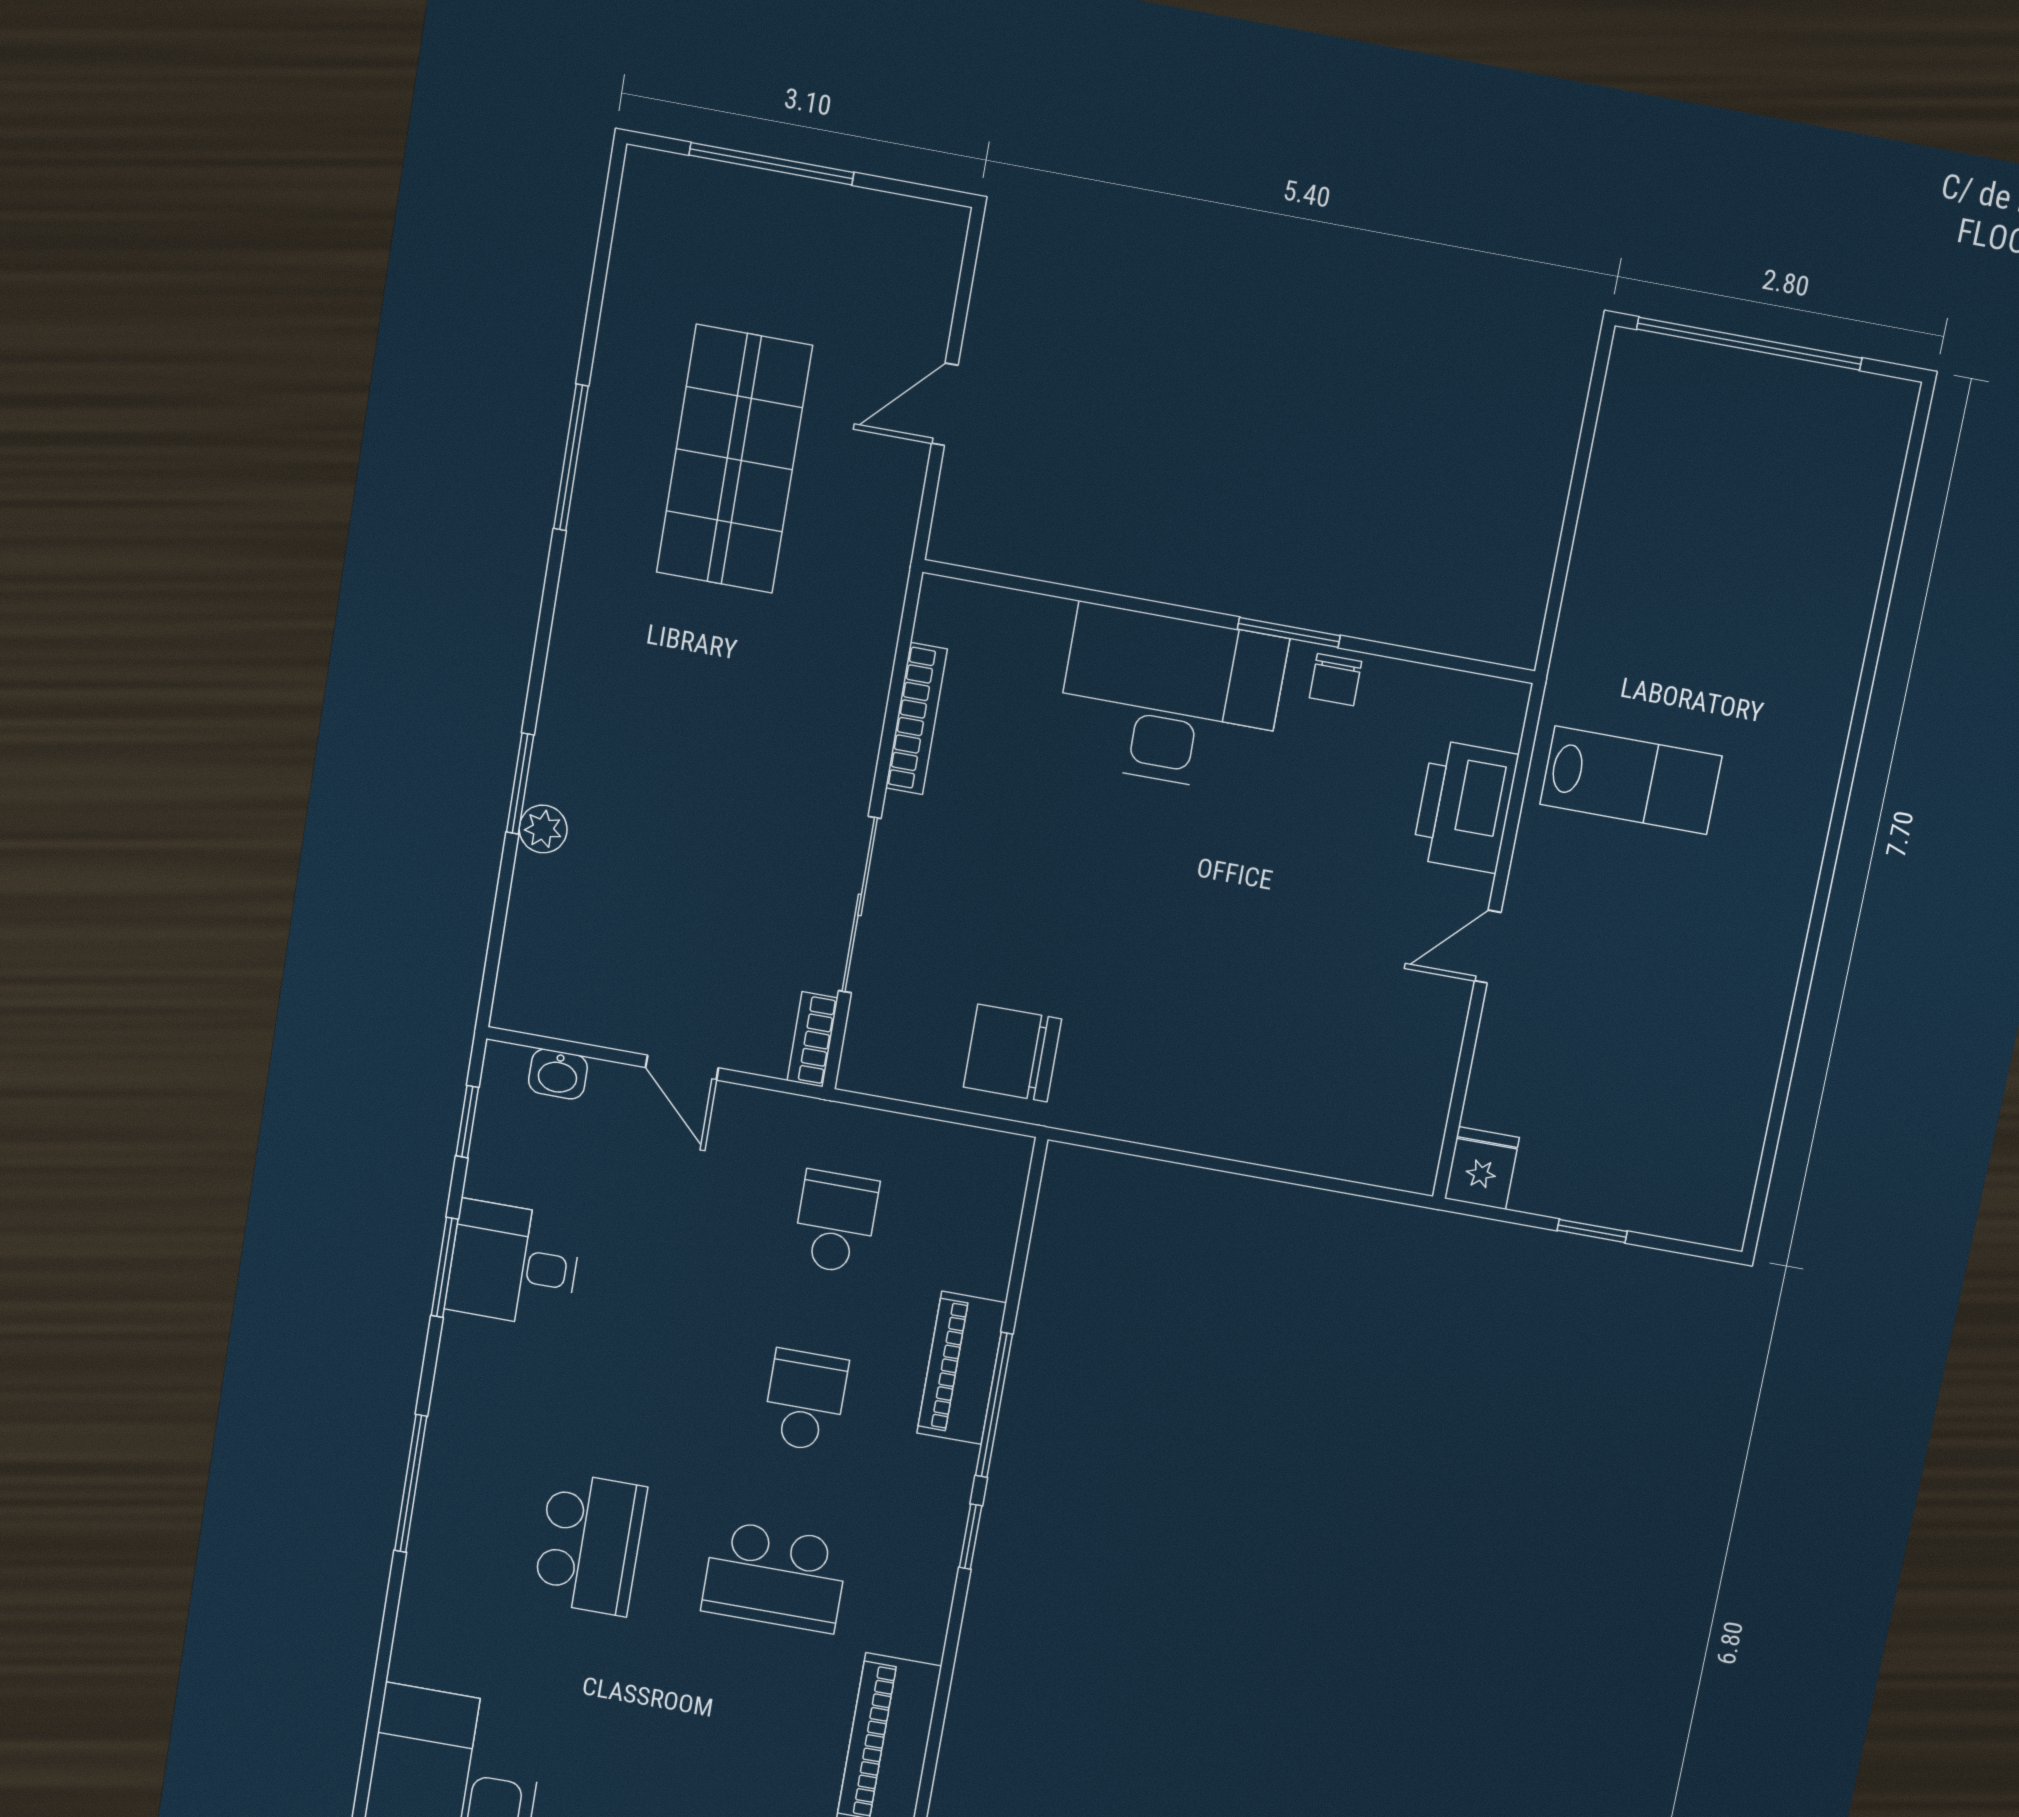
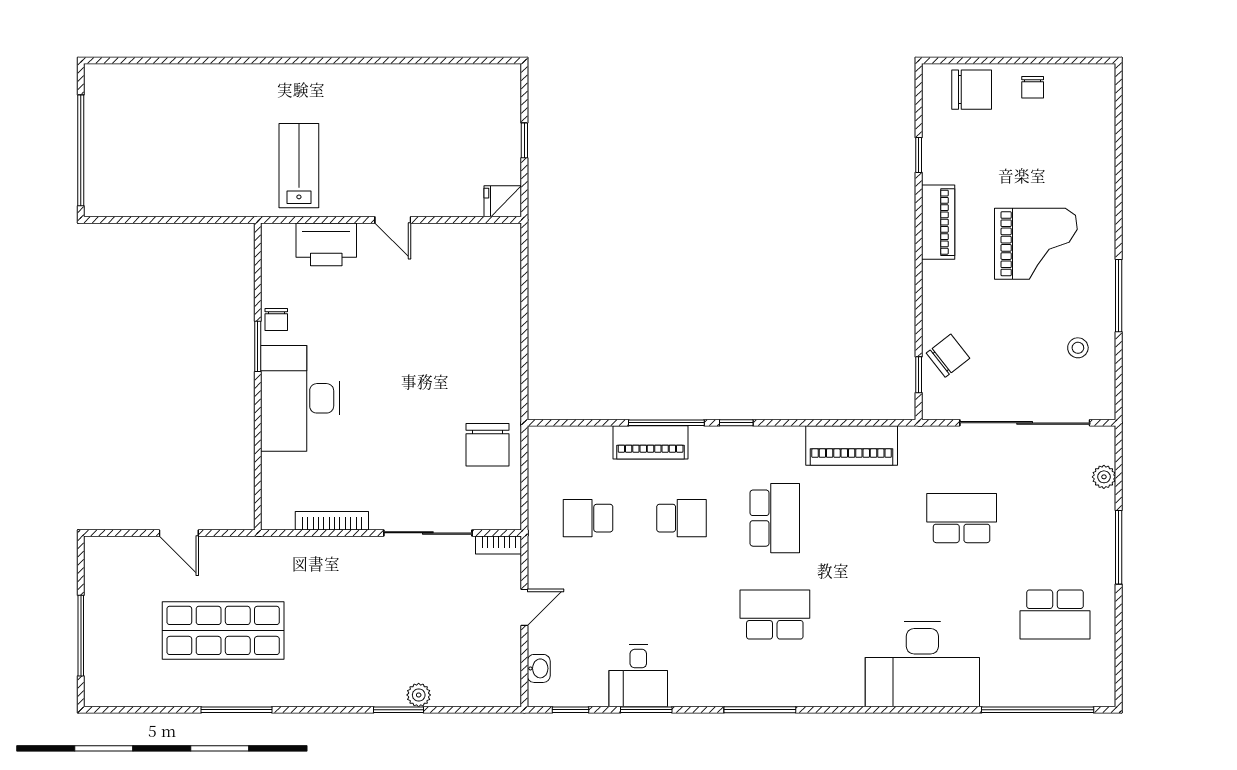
chair: (1335, 680) -> (276, 319), turned 90
school desk: (805, 1401) -> (681, 518), turned 180

